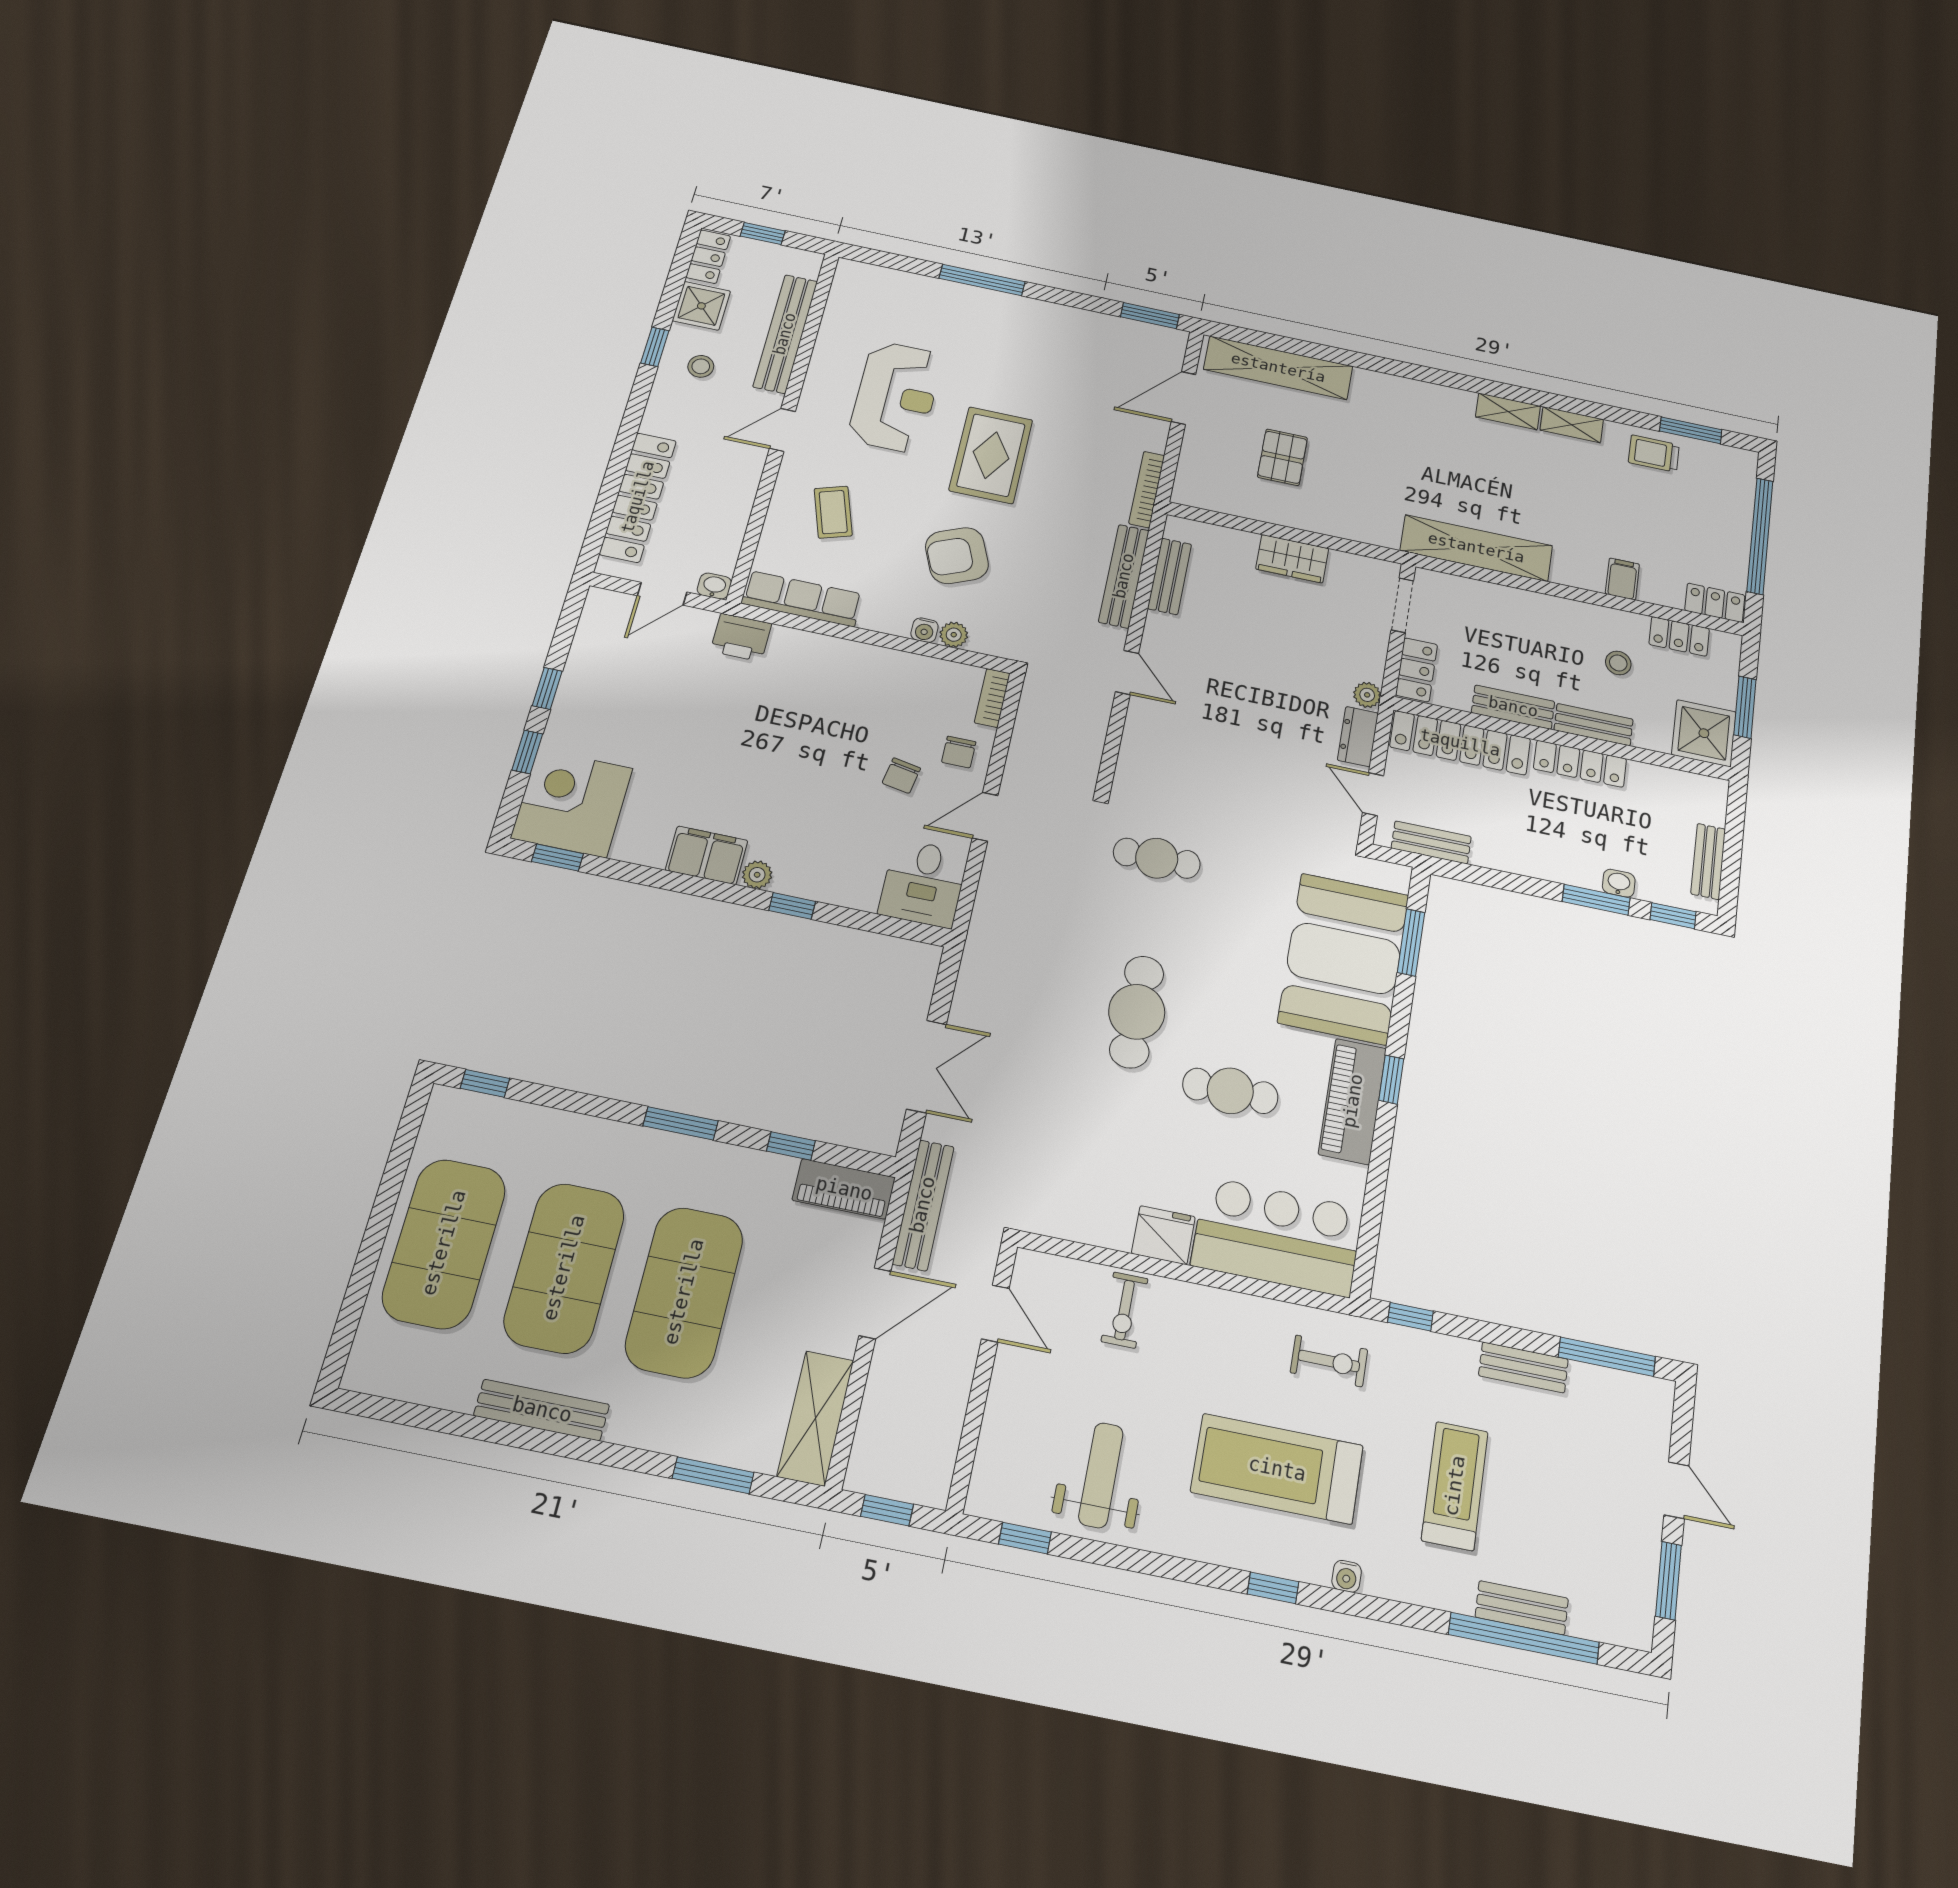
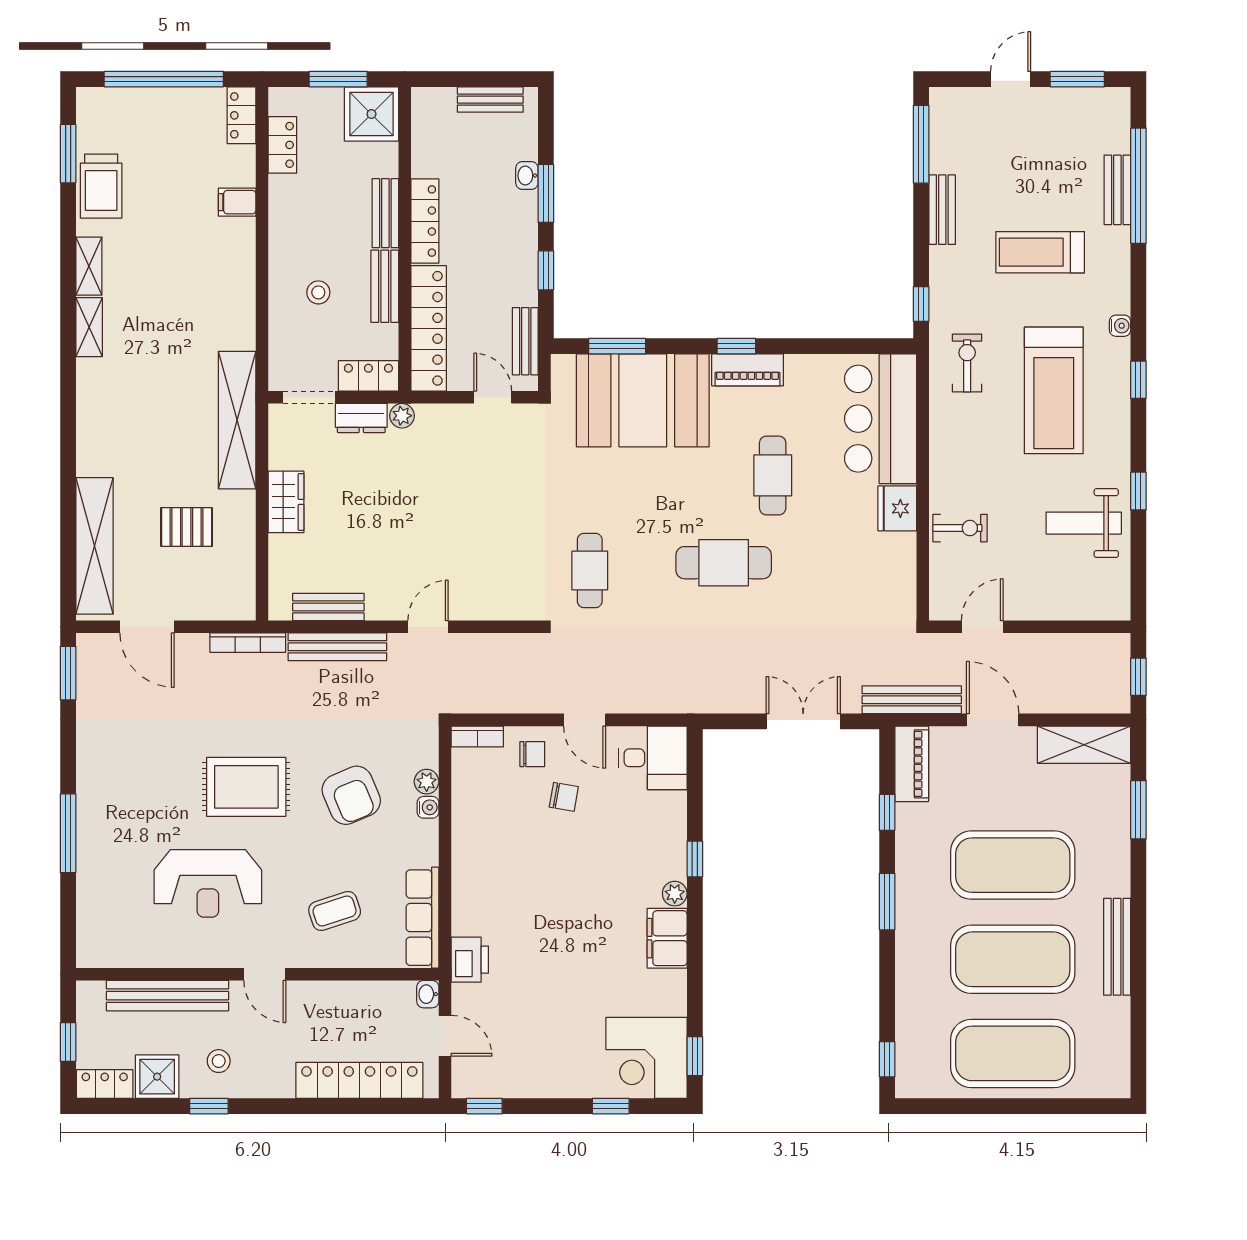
reception desk: (896, 397) -> (208, 883), turned 180
trolley: (1654, 454) -> (101, 186), width x1.36, depth x1.39
shelving: (1476, 548) -> (237, 420), moved
stool: (1618, 663) -> (318, 292), moved
window: (547, 688) -> (484, 1106), moved
dresser: (1358, 737) -> (361, 418), moved
door: (1373, 794) -> (493, 397), swing flipped
window: (1673, 916) -> (546, 270), moved
piano: (1353, 1101) -> (747, 370), width x0.73, depth x0.75
window: (1025, 1538) -> (1138, 491), moved

